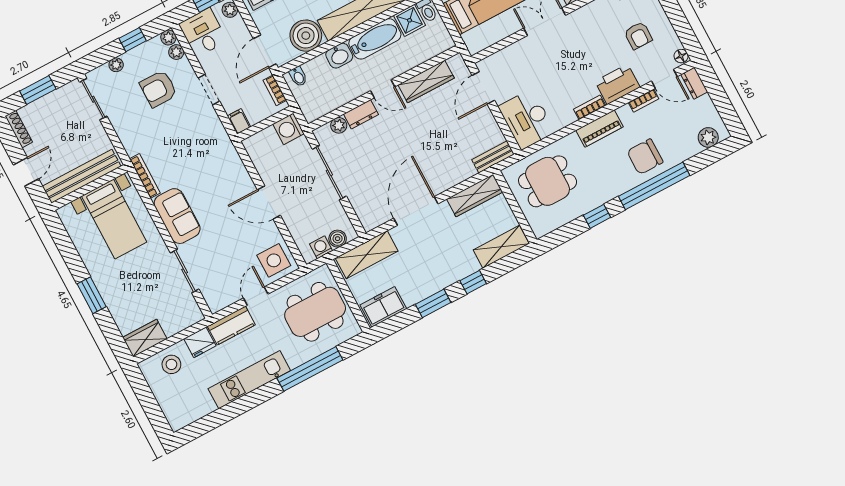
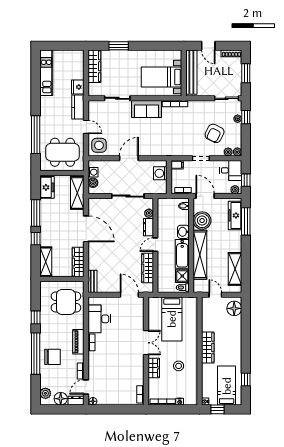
armchair: (638, 35) -> (114, 385), removed
window: (133, 40) -> (246, 117), moved
printer: (617, 84) -> (96, 362), removed
armchair: (158, 89) -> (215, 133), turned -153
floor lamp: (704, 109) -> (61, 399), added
desk: (527, 119) -> (99, 319), moved, turned -90
washing machine: (288, 129) -> (160, 173), moved, turned -90
chair: (645, 157) -> (52, 357), turned 90
dining table: (548, 181) -> (66, 302), turned 90
window: (92, 295) -> (119, 46), moved
window: (433, 303) -> (36, 213), width x1.44
dining table: (315, 312) -> (63, 152), turned 90
wardrobe: (145, 338) -> (94, 66), width x1.50
stool: (171, 364) -> (74, 67), removed
kitchen unit: (249, 380) -> (46, 73), moved

